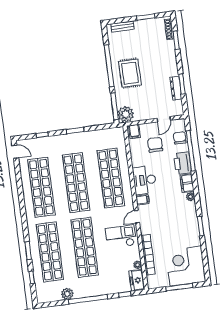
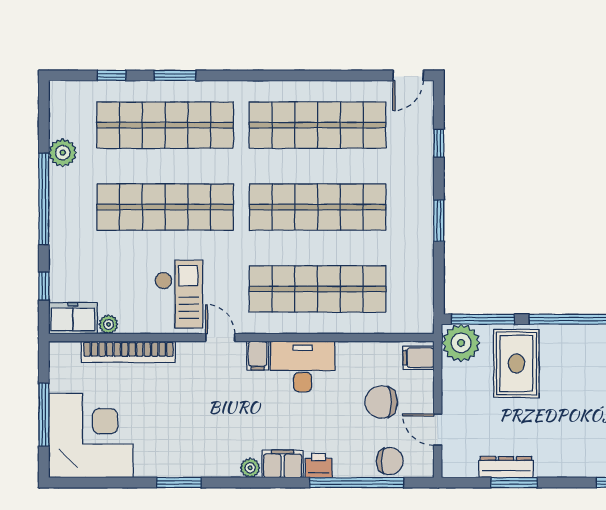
rug: (130, 73) -> (516, 363), moved, turned 90
chair: (155, 145) -> (381, 402), turned 180
printer: (183, 163) -> (319, 466), width x0.53, depth x0.68

